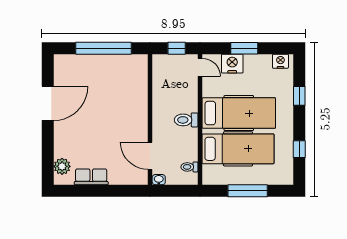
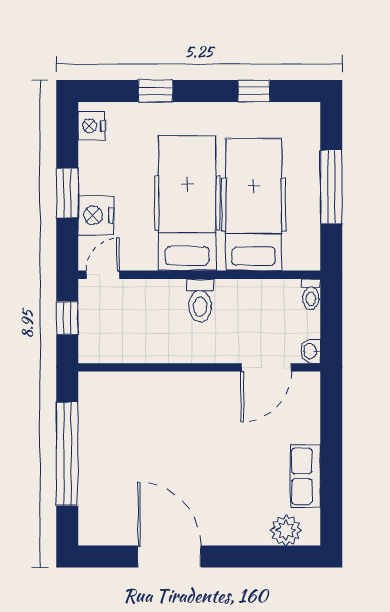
toilet: (189, 167) -> (311, 294), moved

